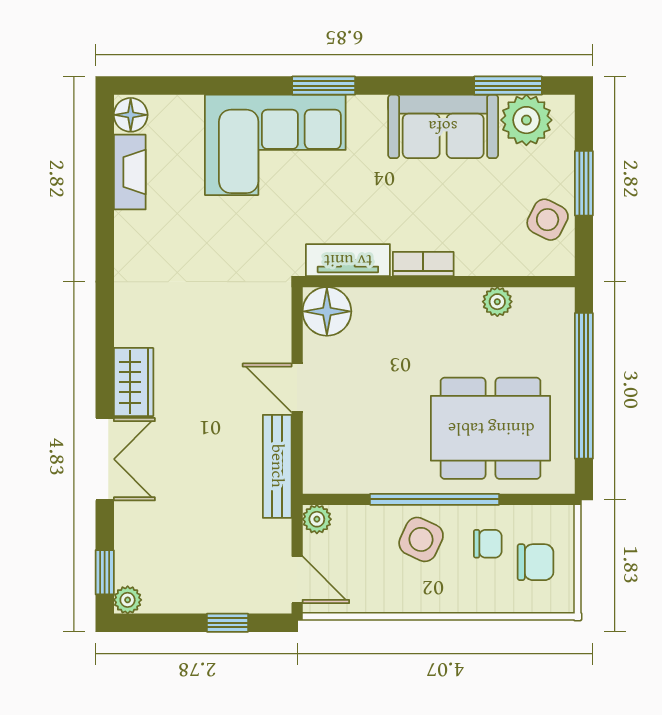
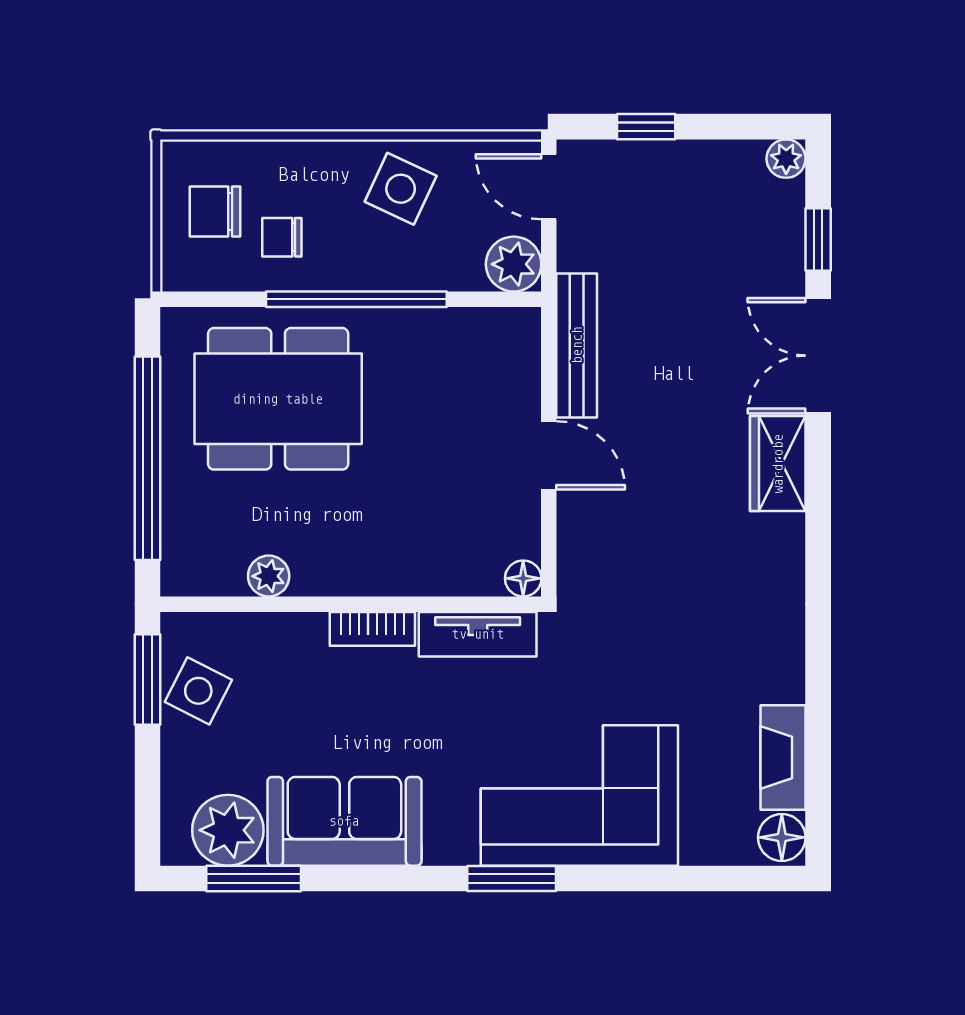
window: (584, 183) -> (148, 680), moved
floor lamp: (327, 311) -> (523, 578), width x0.53, depth x0.53
plant: (317, 519) -> (514, 264), width x1.38, depth x1.38
side table: (421, 539) -> (401, 189), moved
window: (105, 572) -> (818, 240), moved

